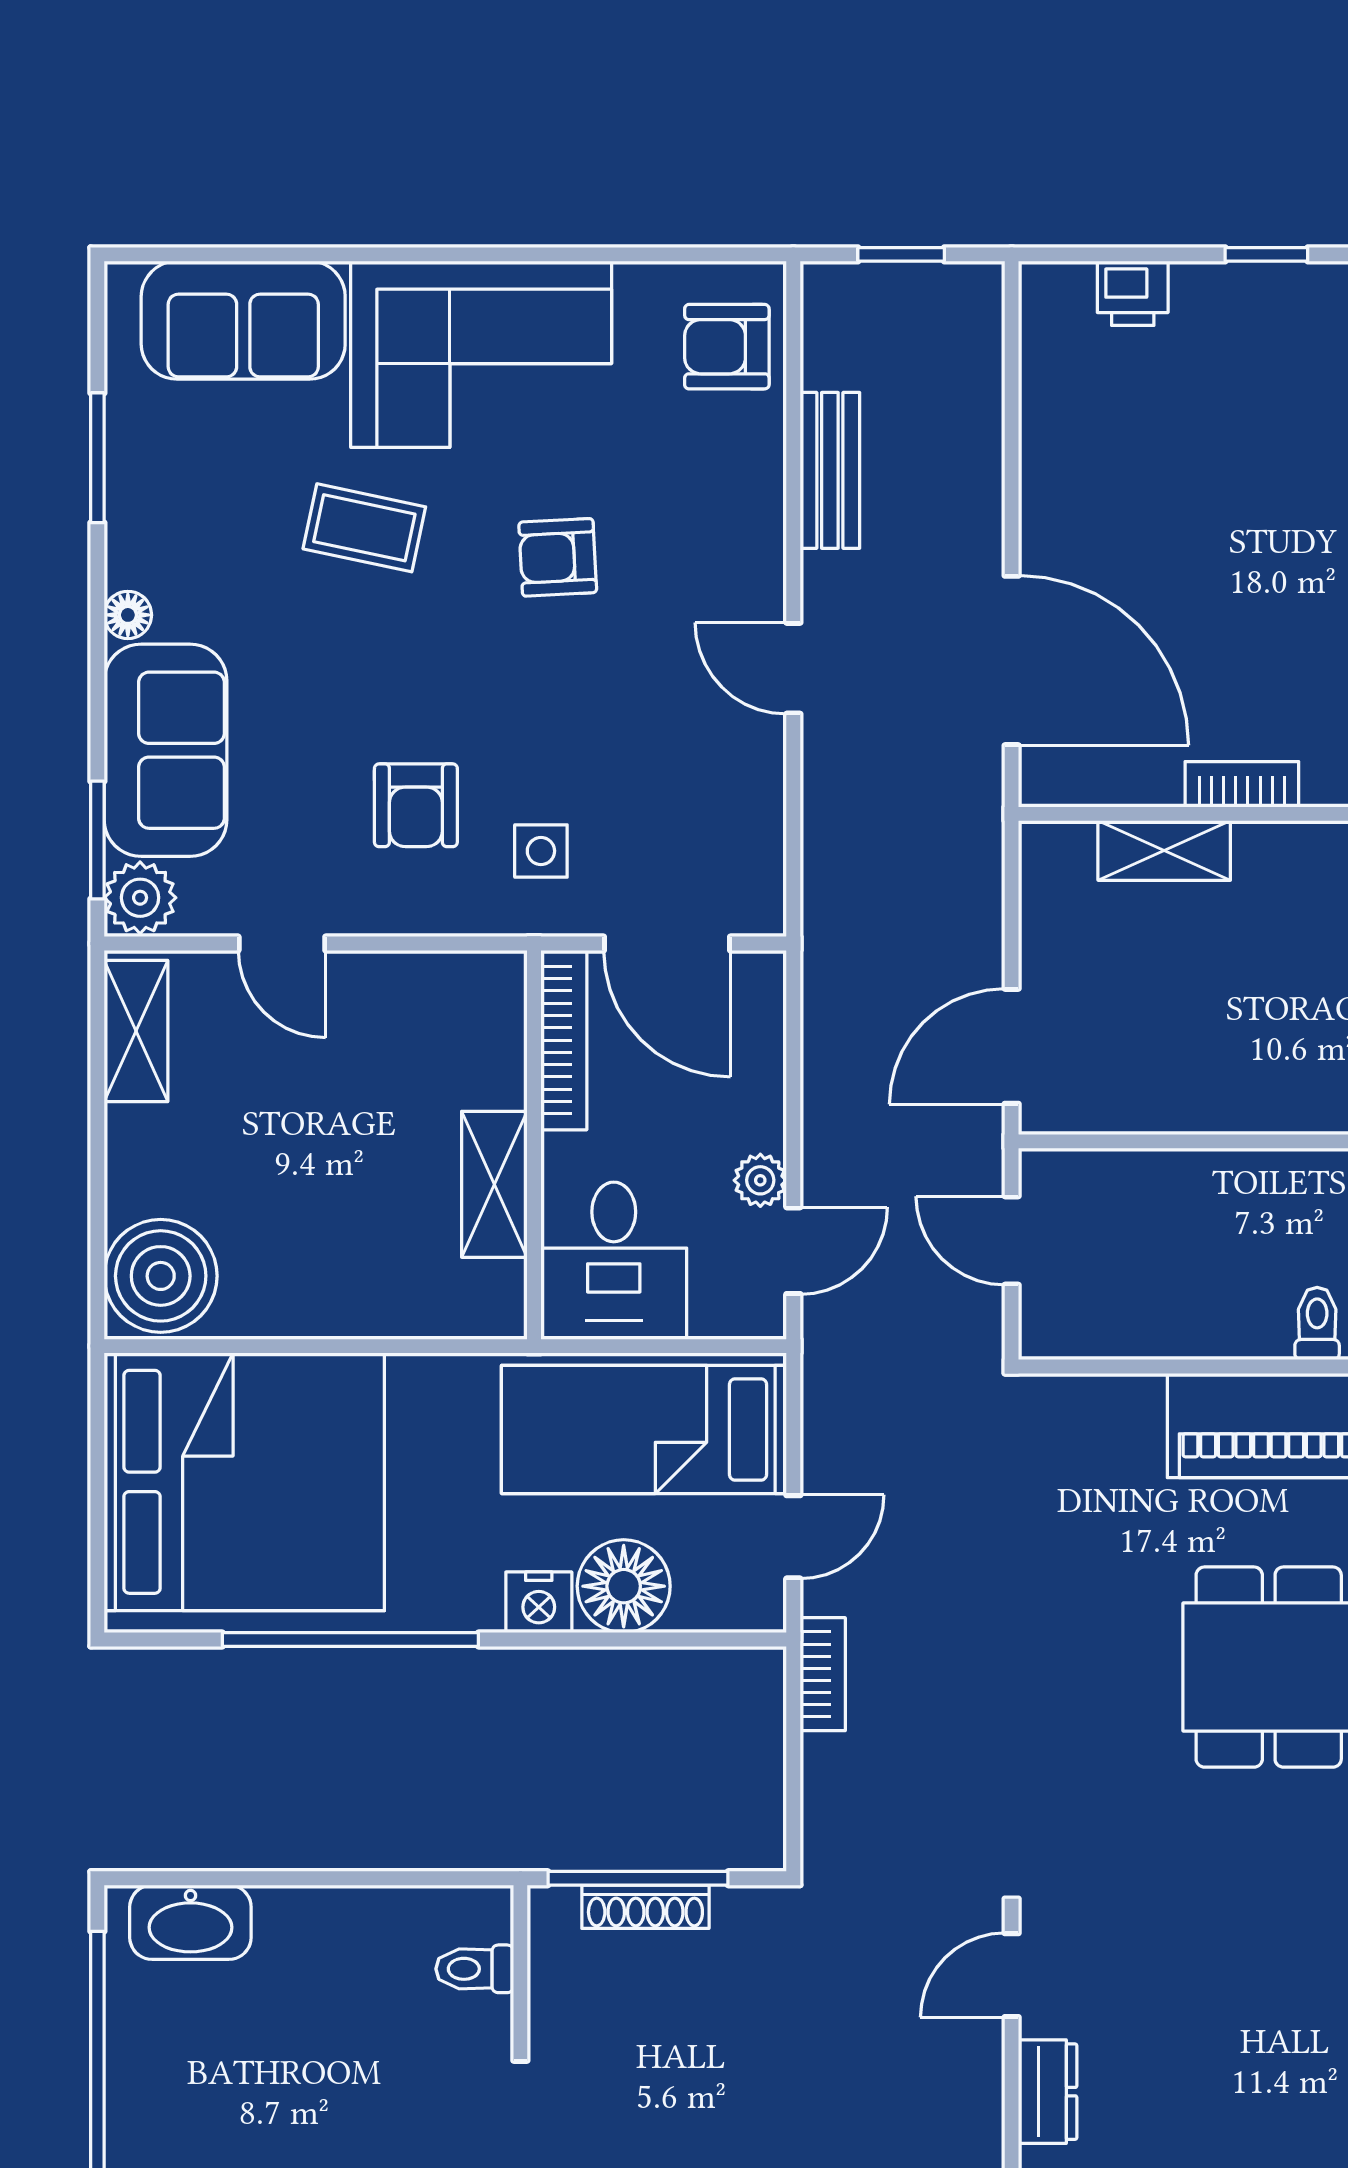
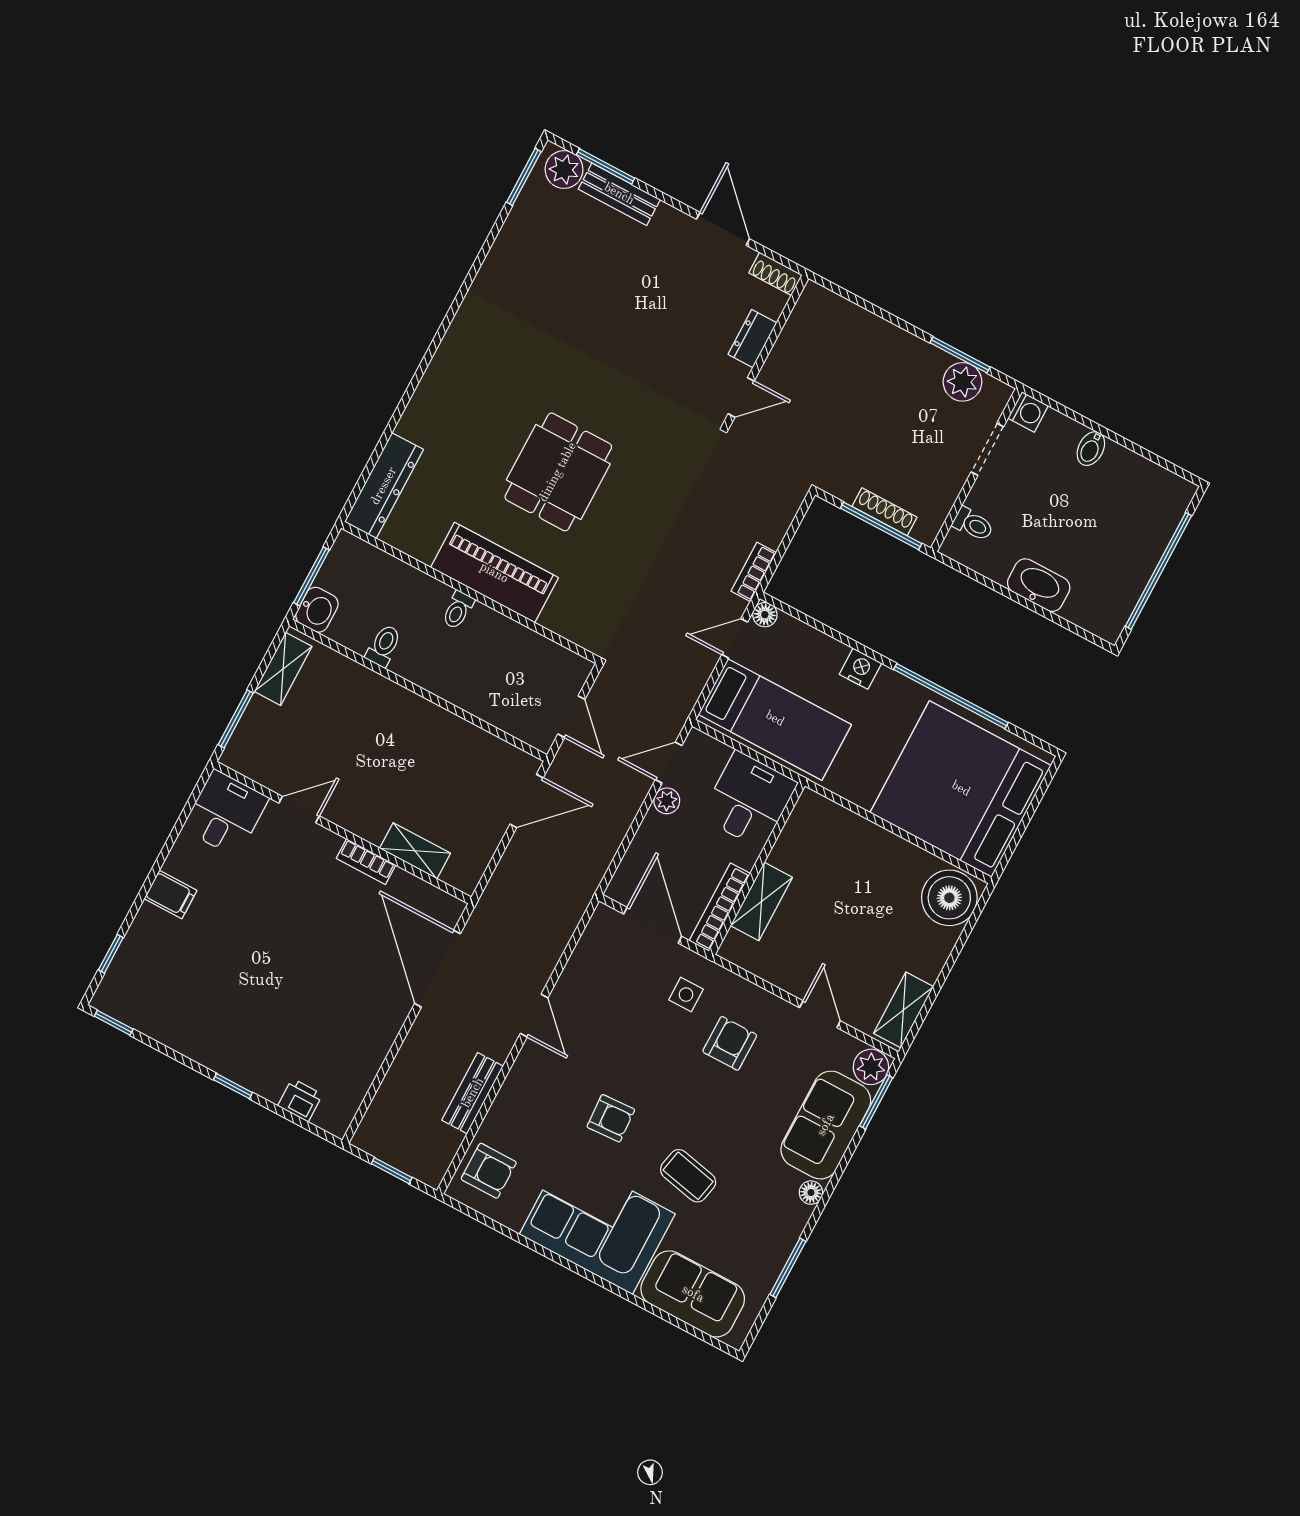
shelving: (494, 1184) -> (761, 901), moved
floor lamp: (624, 1586) -> (765, 615), moved, width x0.53, depth x0.53
washbasin: (190, 1922) -> (1039, 585), moved

